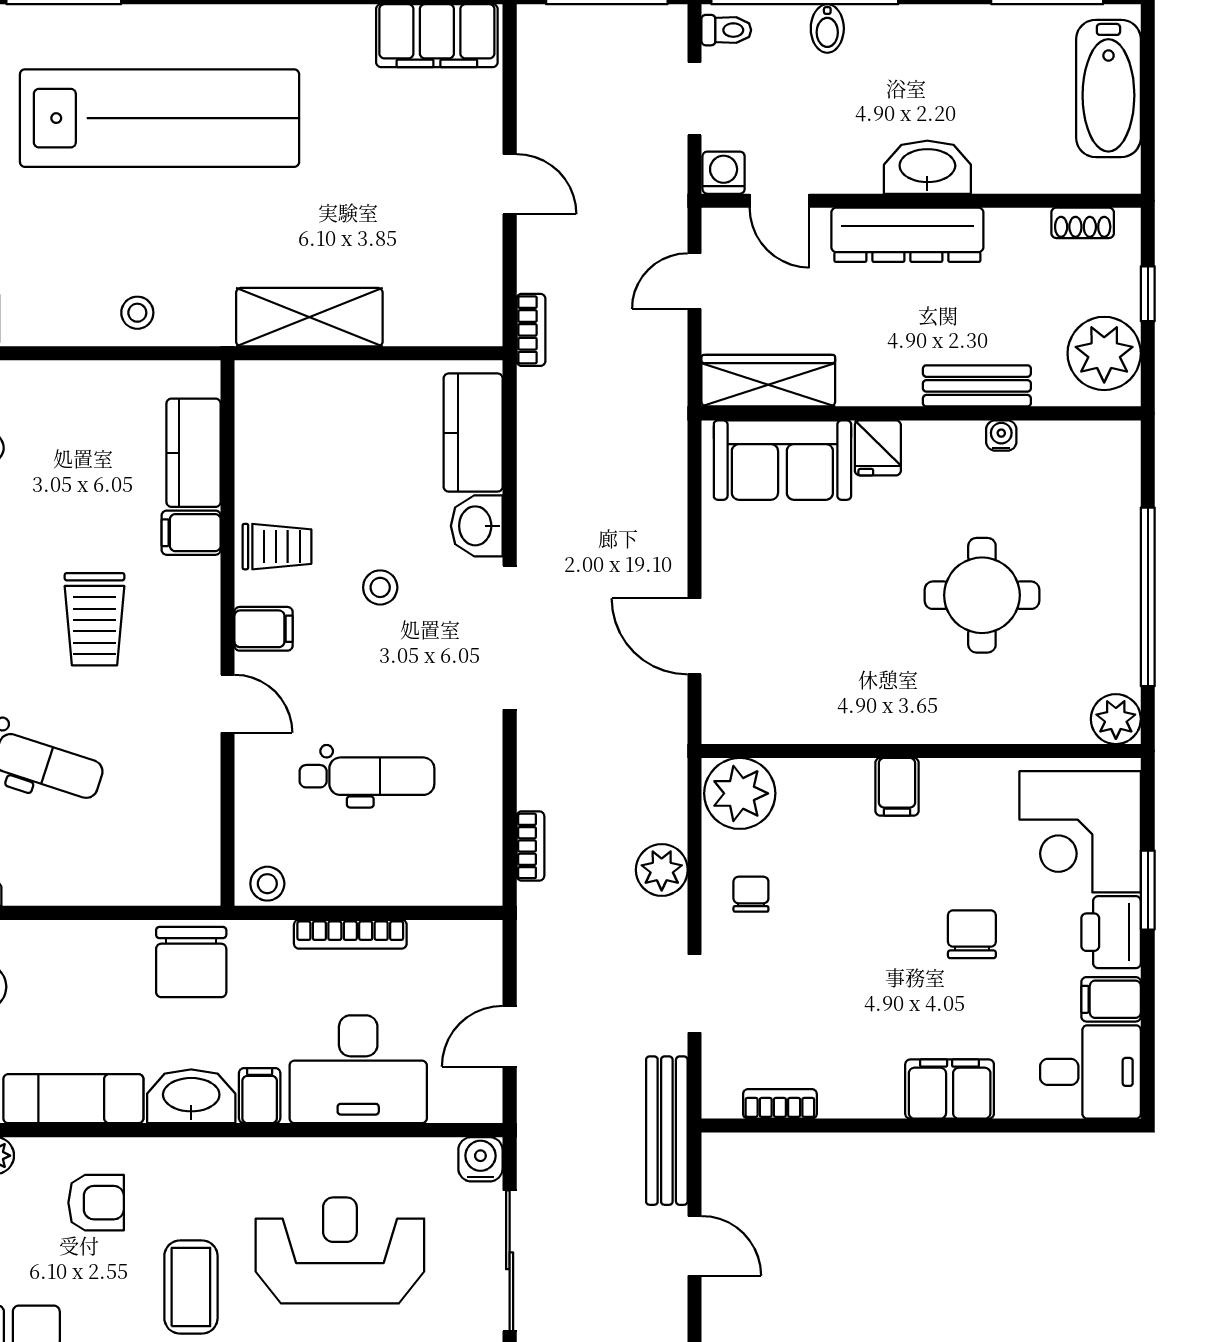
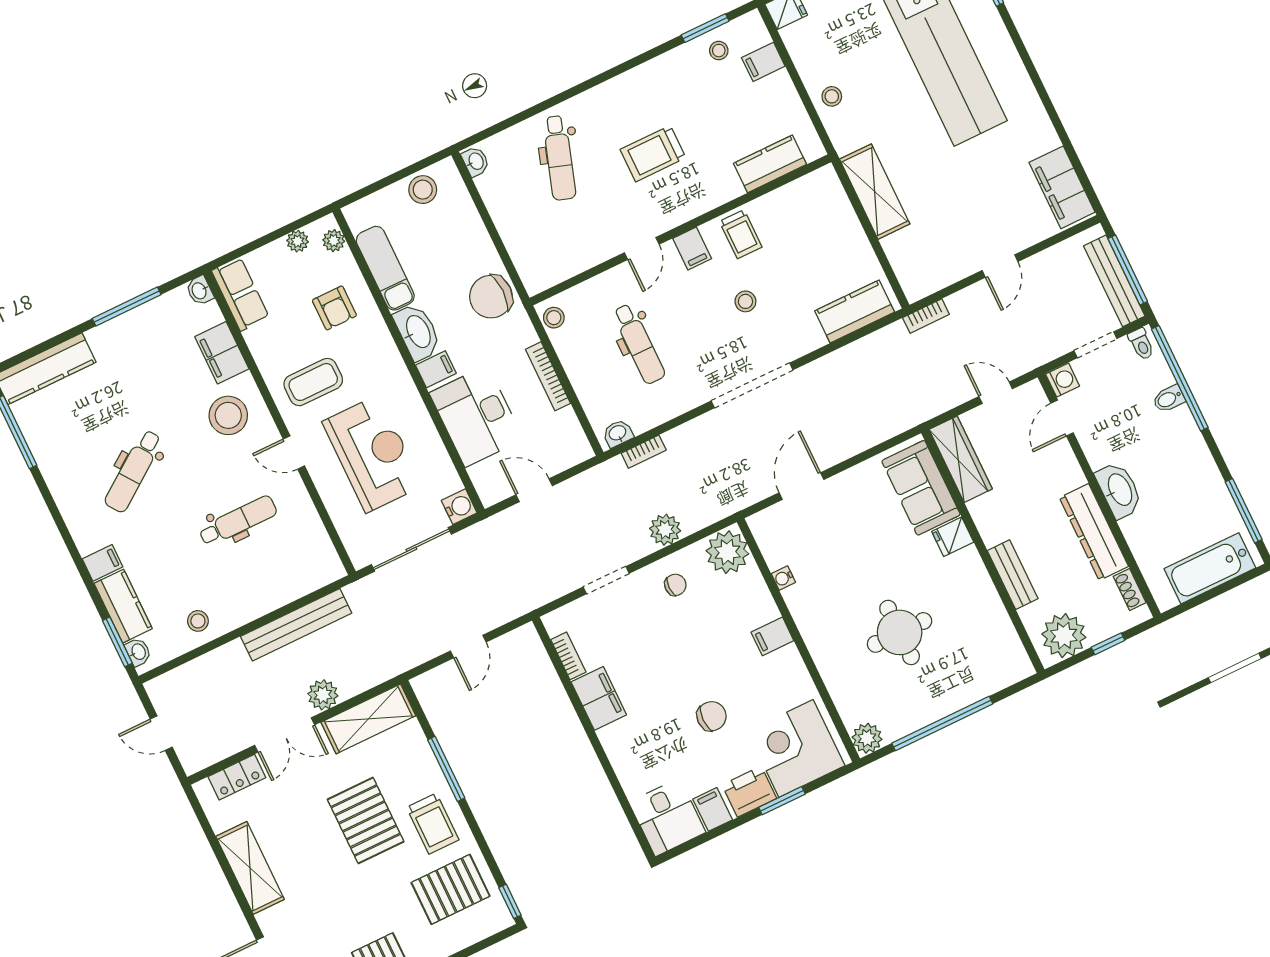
dresser: (907, 235) -> (1094, 532), moved
water cooler: (1001, 436) -> (783, 578), moved, turned 180
washbasin: (477, 526) -> (618, 433), moved, width x0.72, depth x0.69
filing cabinet: (191, 533) -> (763, 62), moved, turned -90
filing cabinet: (950, 1089) -> (599, 698), moved
bench: (667, 1131) -> (1114, 281), moved, turned 90

